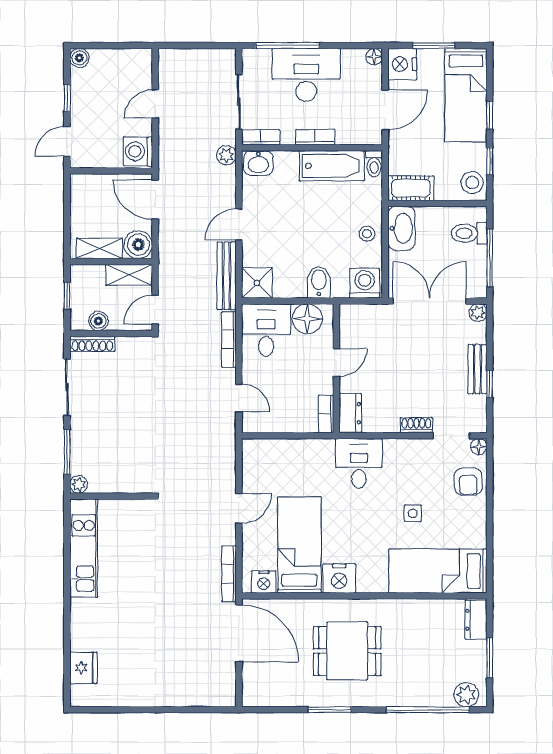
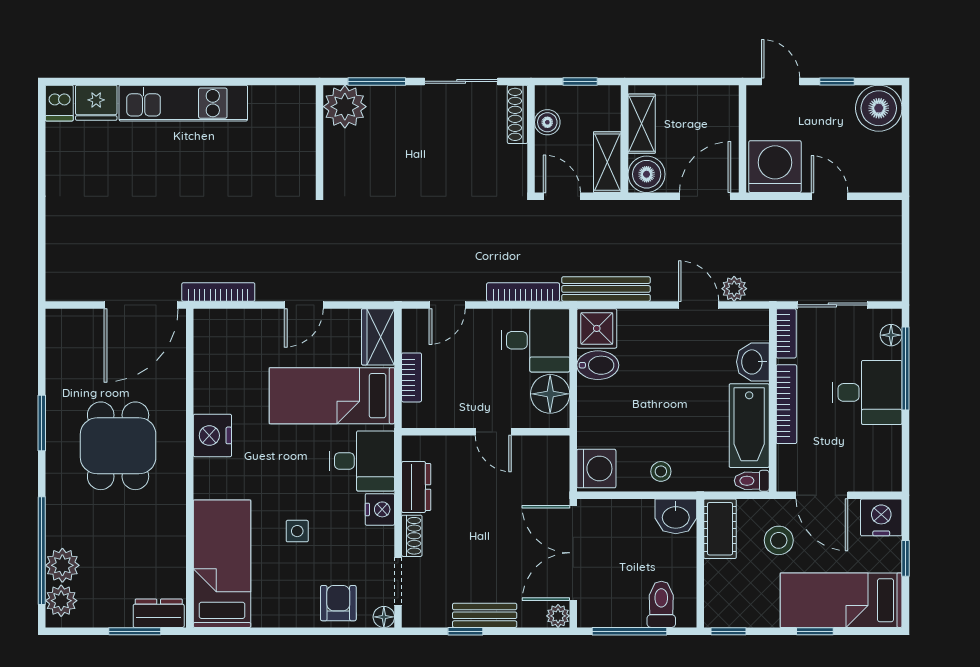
window: (434, 46) -> (906, 558), width x0.67
floor lamp: (374, 57) -> (891, 335), moved
boiler: (79, 58) -> (879, 108), width x1.86, depth x1.86
desk: (306, 75) -> (867, 392), width x0.73
bookcase: (315, 137) -> (786, 404), width x1.56
washing machine: (138, 151) -> (775, 167), width x1.37, depth x1.37
plant: (226, 155) -> (734, 289), moved
window: (490, 161) -> (729, 631), moved
washbasin: (258, 163) -> (753, 362), moved
stool: (472, 183) -> (779, 540), moved
door: (239, 224) -> (699, 305), moved
washbasin: (401, 228) -> (676, 516), width x0.72
bidet: (319, 282) -> (598, 365), moved
double door: (430, 301) -> (573, 553), swing flipped
dresser: (350, 413) -> (416, 487), moved, turned -90
bookcase: (326, 414) -> (412, 377), moved, turned 90
wardrobe: (263, 451) -> (378, 337), added
armchair: (468, 482) -> (338, 603), turned 92
plant: (79, 484) -> (345, 107), width x1.88, depth x1.88
door: (239, 508) -> (304, 305), hinge flipped
bed: (299, 545) -> (332, 396), moved, turned 180
kitchen unit: (84, 548) -> (183, 103), moved
nightstand: (264, 582) -> (380, 509), moved, turned 180
window: (490, 658) -> (135, 631), moved
plant: (439, 694) -> (62, 565), added
dishwasher: (84, 696) -> (59, 103), added

